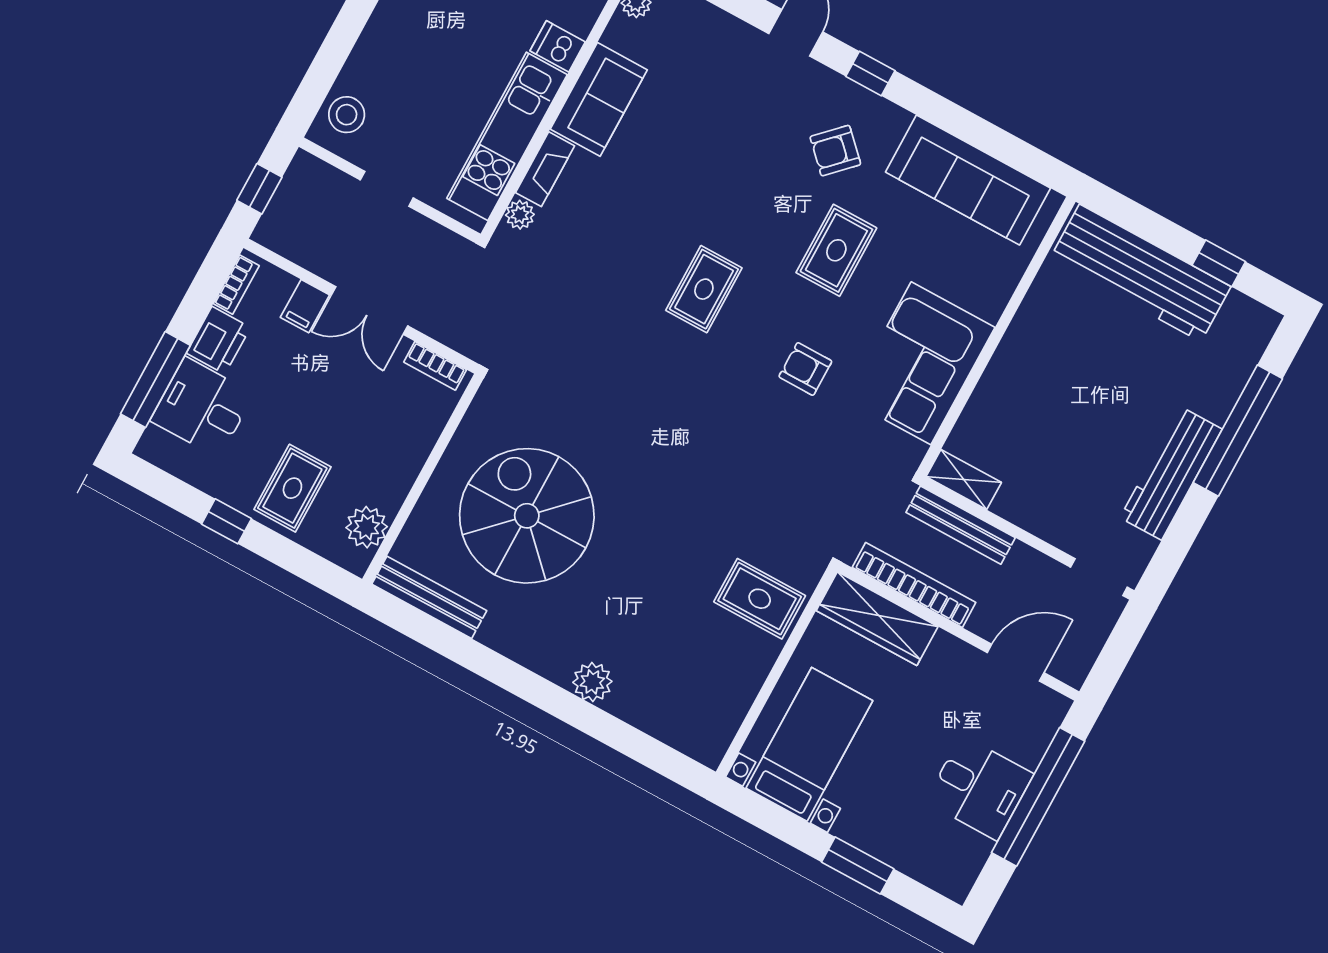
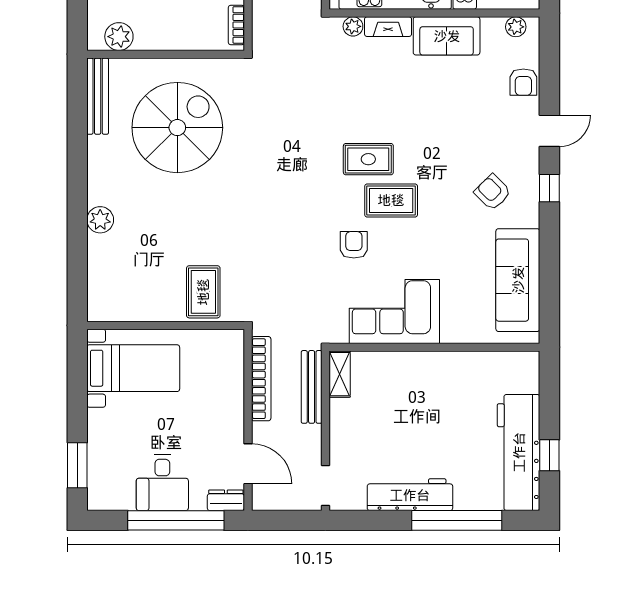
armchair: (714, 32) -> (523, 82), added
rug: (836, 250) -> (391, 200), moved
workbench: (1140, 273) -> (519, 452), moved
wardrobe: (877, 619) -> (229, 368), removed
dresser: (1047, 717) -> (226, 500), added
window: (858, 865) -> (77, 465), moved

